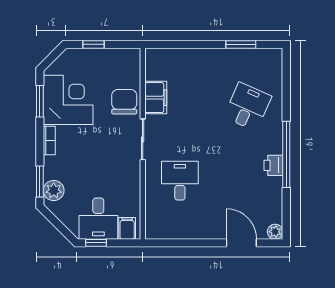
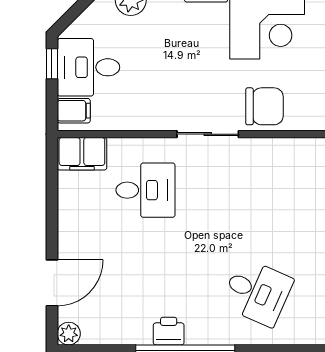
filing cabinet: (156, 98) -> (82, 154), moved

